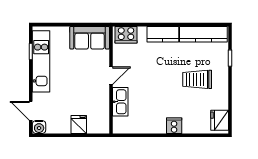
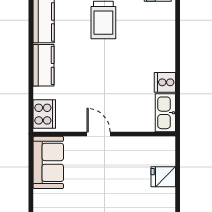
kitchen sink: (120, 102) -> (165, 113), moved, turned -90
cooker: (174, 126) -> (165, 82), moved

